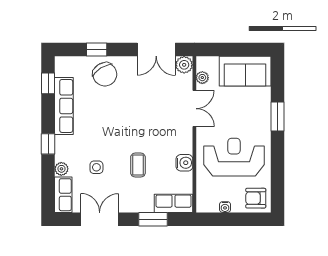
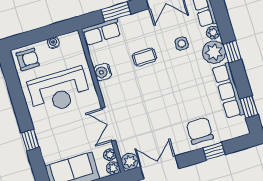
plant: (203, 63) -> (113, 168), added
chair: (105, 74) -> (200, 131), turned 32
window: (278, 116) -> (30, 140), width x0.67
plant: (67, 149) -> (214, 52), added
coffee table: (138, 165) -> (144, 57), turned 90

